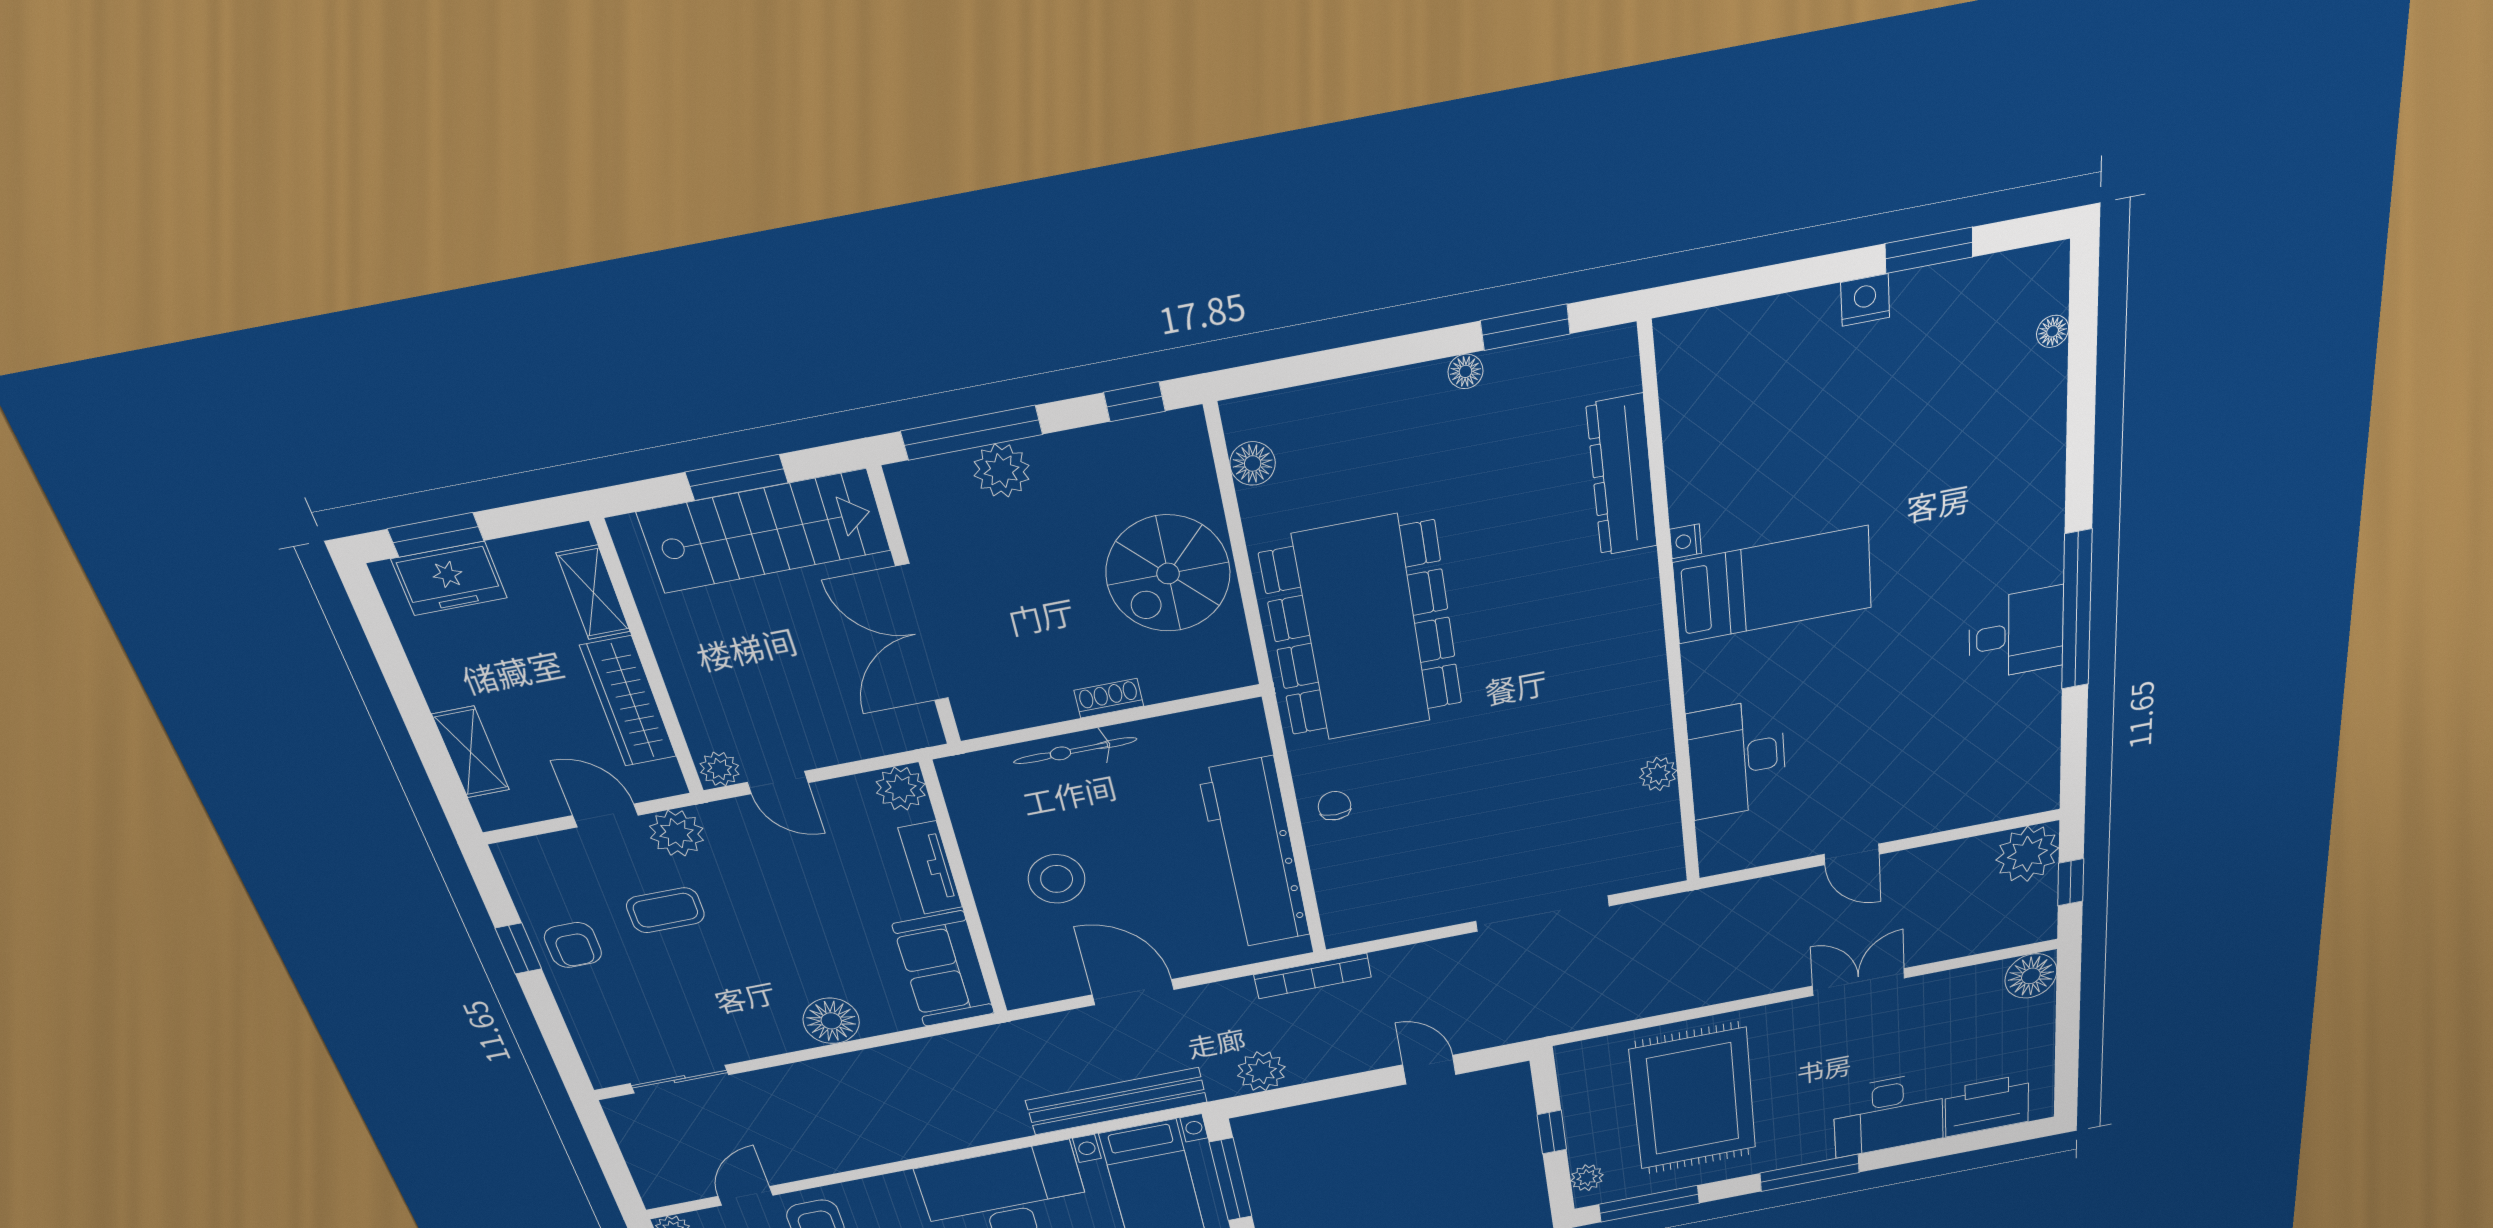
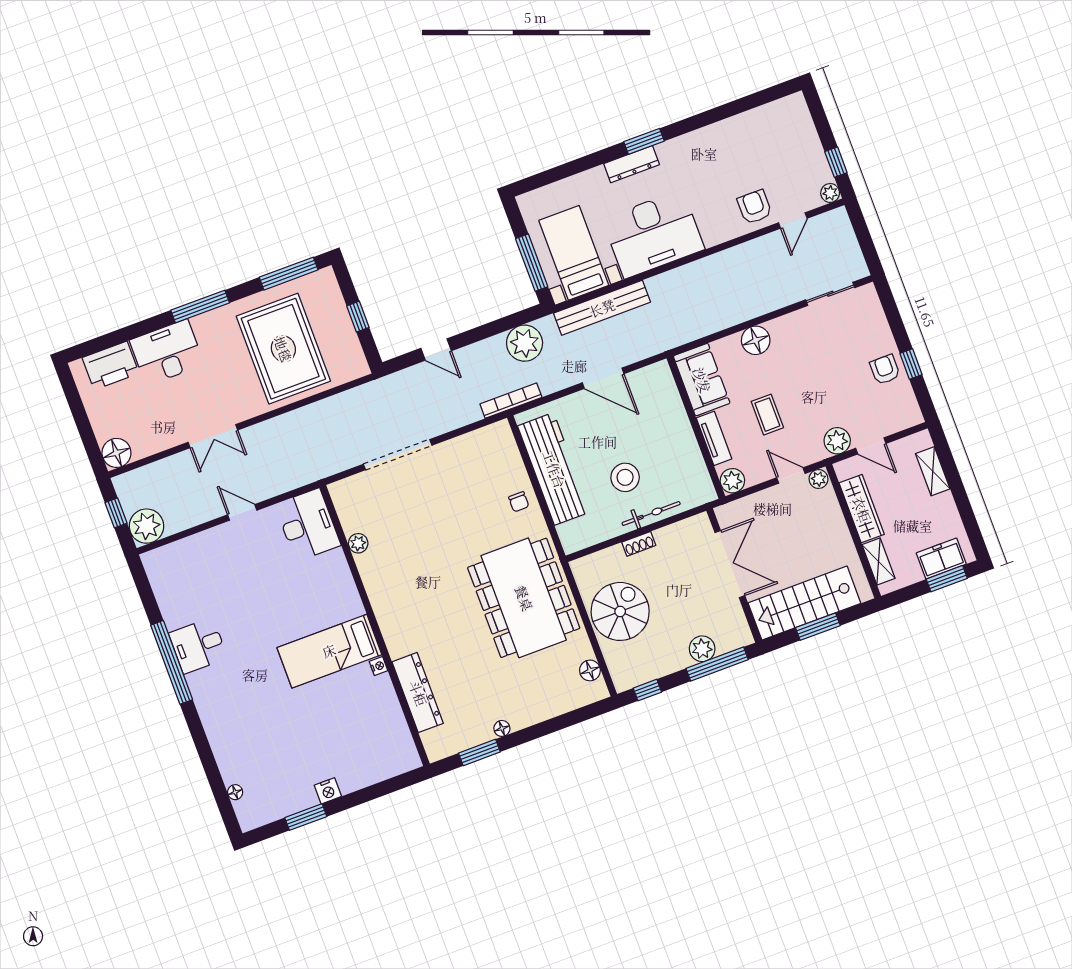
desk: (1737, 759) -> (308, 525), moved
stool: (1057, 879) -> (625, 477), moved
coffee table: (665, 910) -> (767, 415), moved, turned 90
plant: (1261, 1071) -> (525, 343), width x1.36, depth x1.36
plant: (1587, 1178) -> (330, 288), removed

